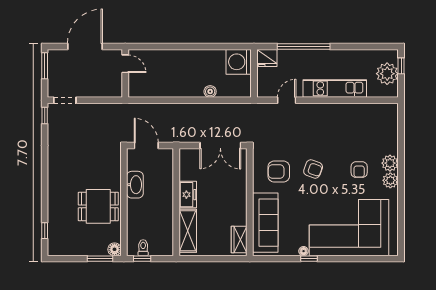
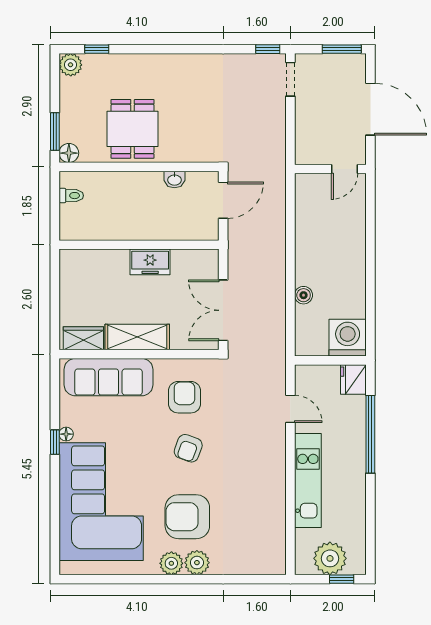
armchair: (359, 170) -> (187, 517), width x1.88, depth x1.88
washbasin: (135, 185) -> (174, 180), width x0.52, depth x0.69
shelving: (188, 231) -> (137, 337), moved
plant: (55, 248) -> (71, 65), added
window: (142, 259) -> (55, 194), removed

